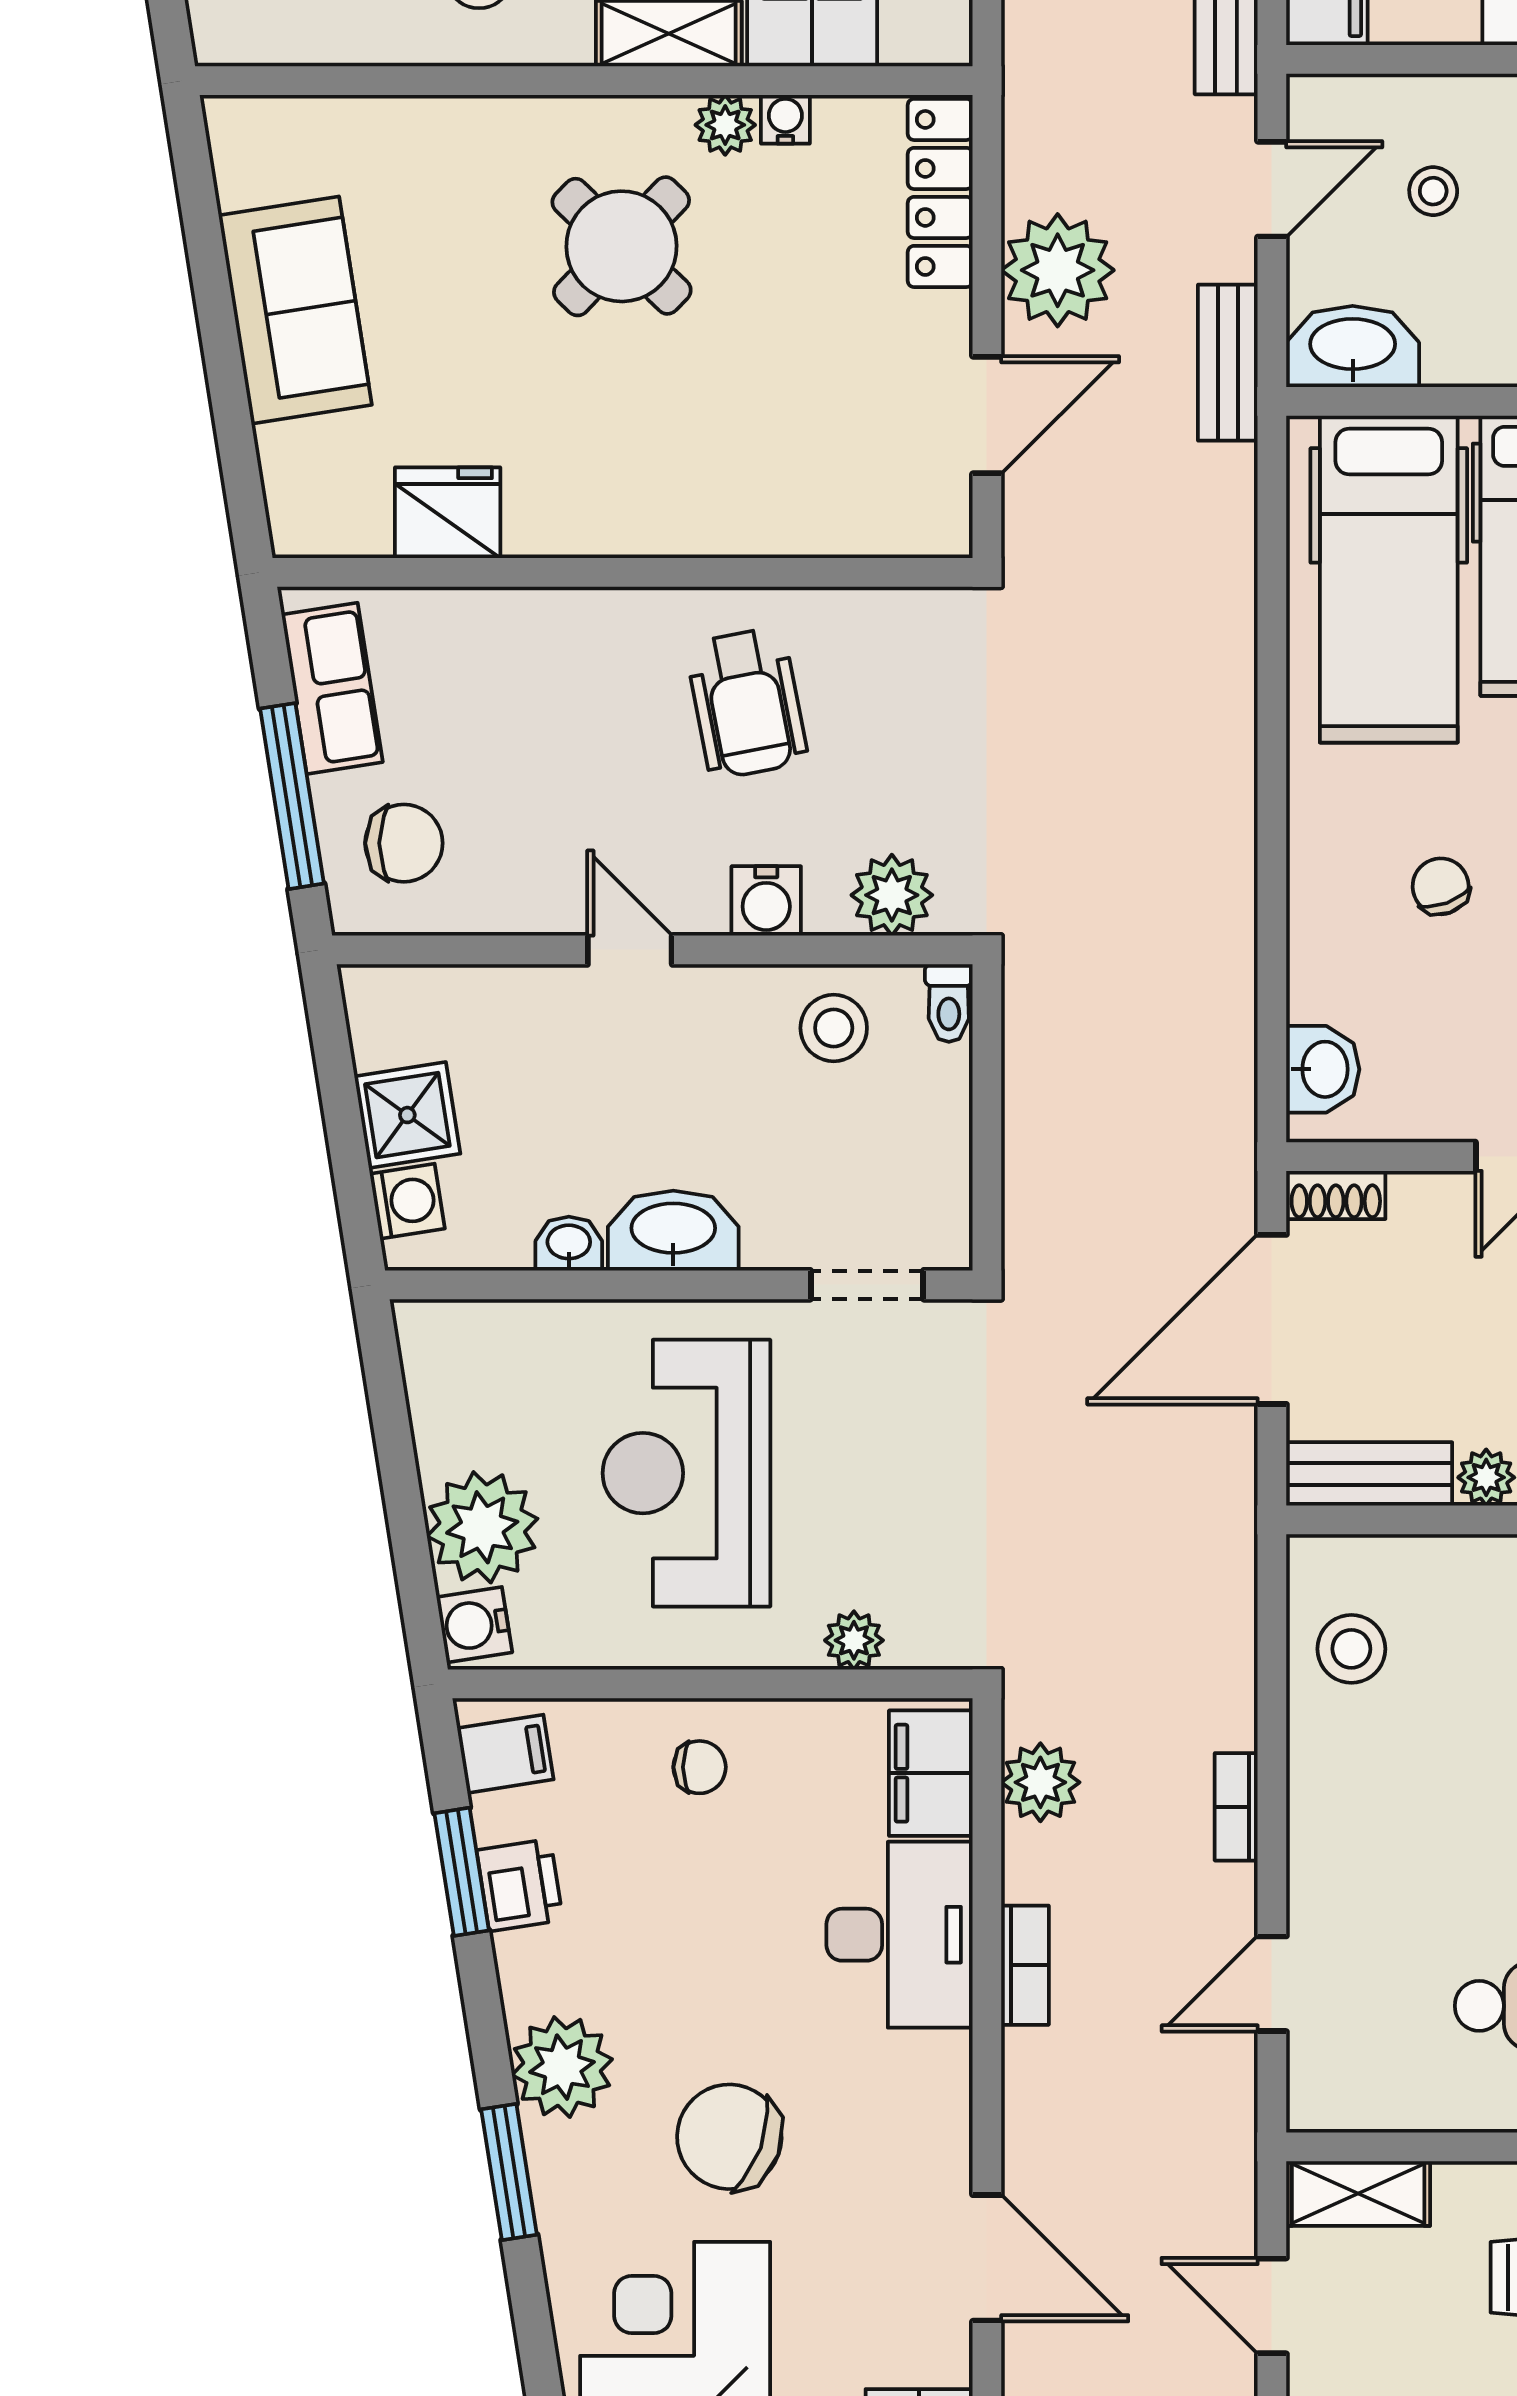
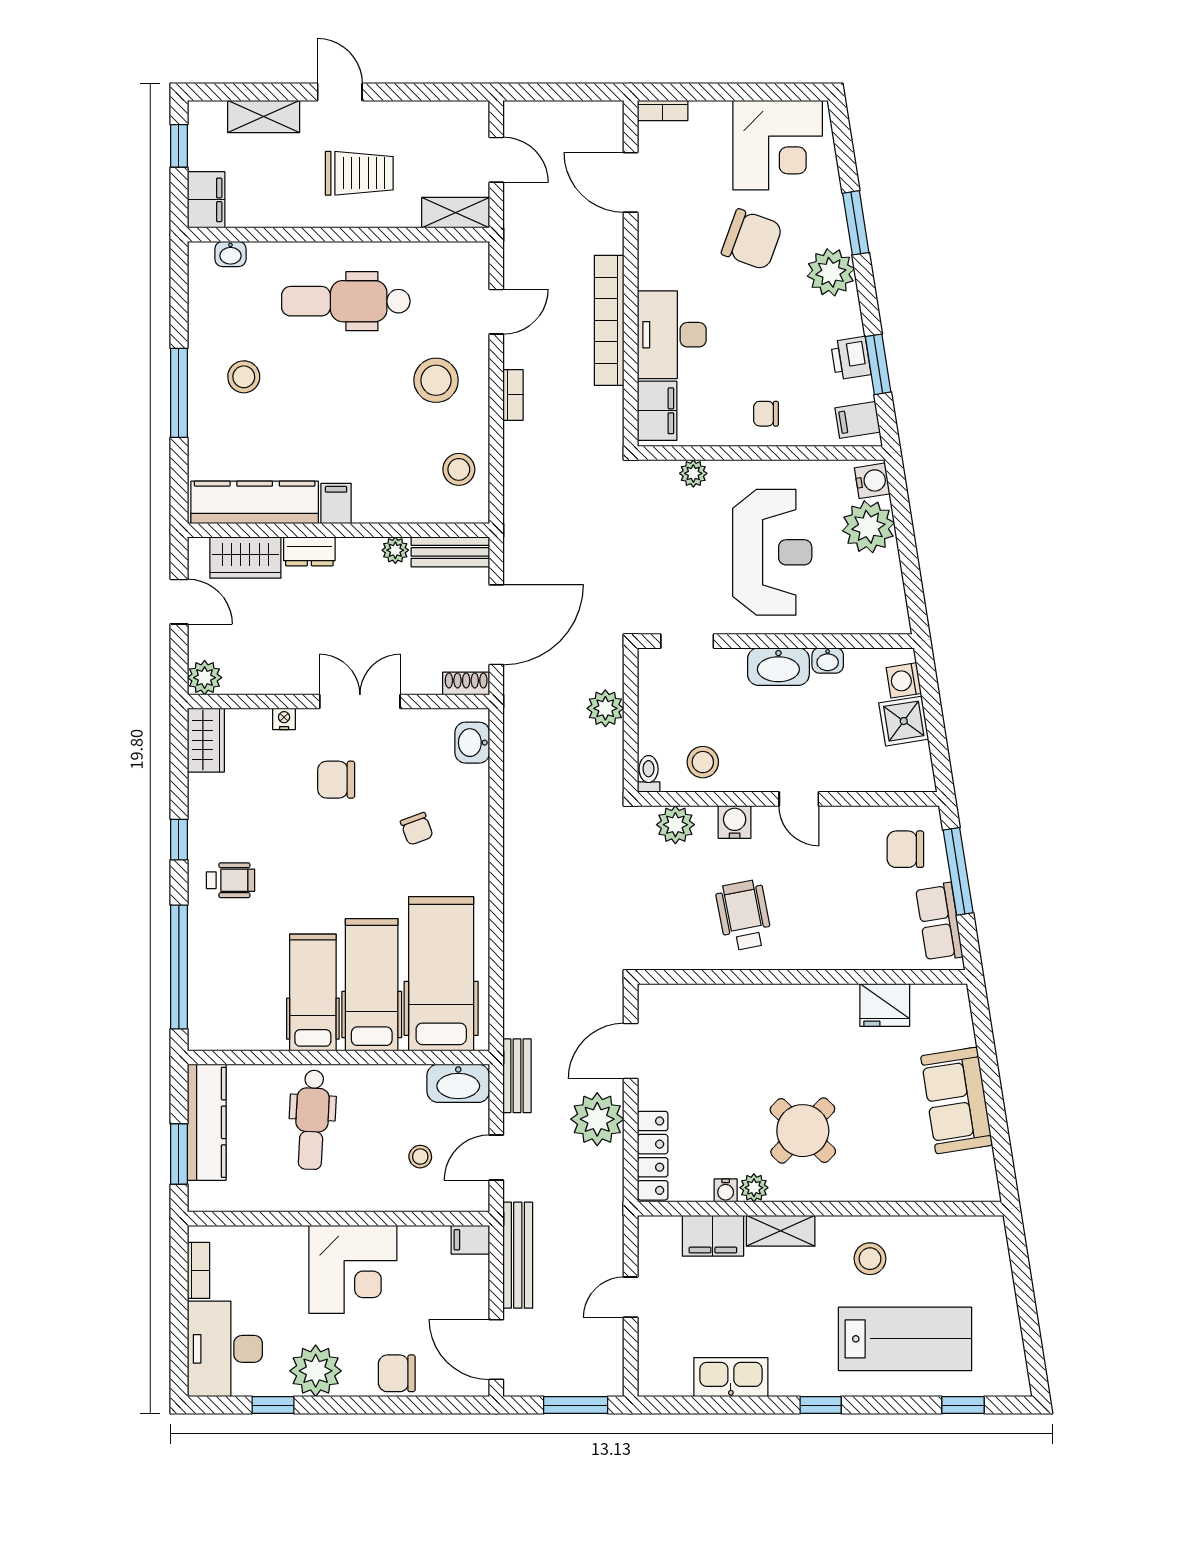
plant: (1040, 1782) -> (605, 708), moved
stool: (1400, 1838) -> (436, 380), added
bookcase: (1025, 1965) -> (609, 320), width x2.31, depth x1.31

